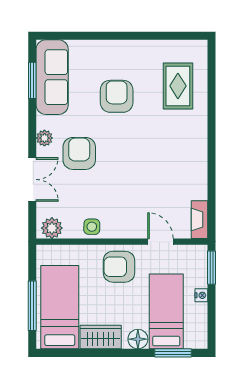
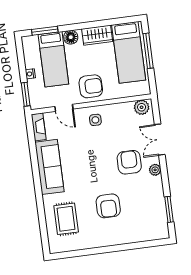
sofa: (52, 77) -> (49, 167), moved, turned 180
armchair: (79, 153) -> (129, 162), turned 180
side table: (92, 227) -> (95, 120), moved

